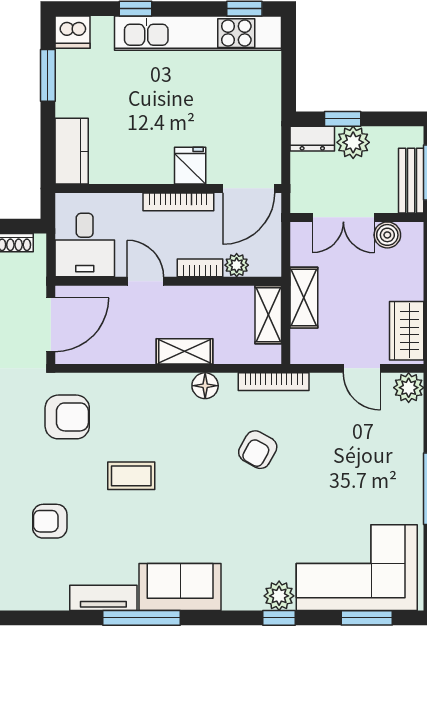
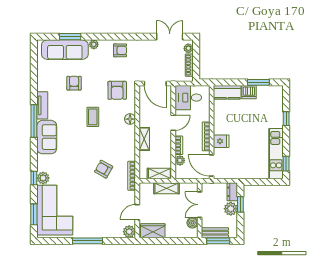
dishwasher: (73, 32) -> (249, 92), moved, turned -90
kitchen unit: (198, 33) -> (276, 154), width x0.73
floor lamp: (205, 386) -> (130, 119), moved

